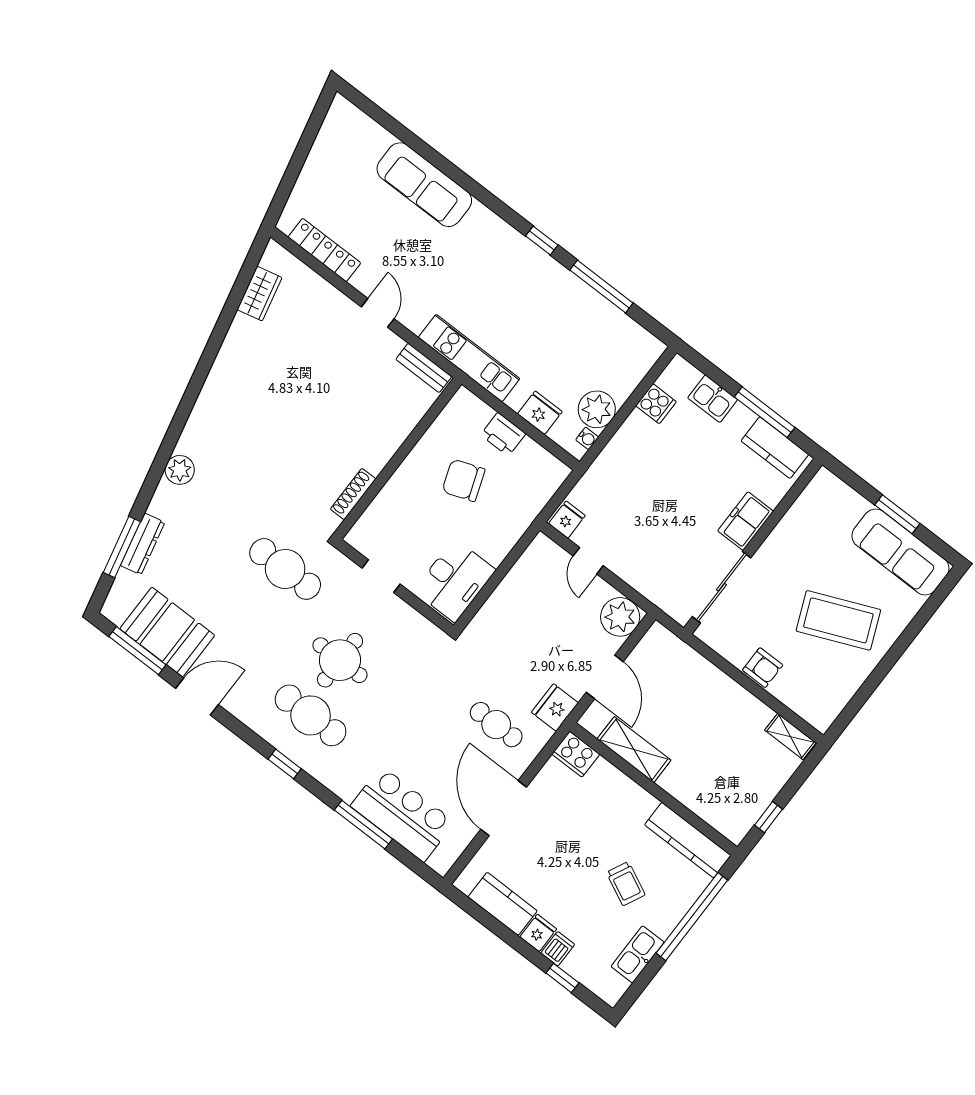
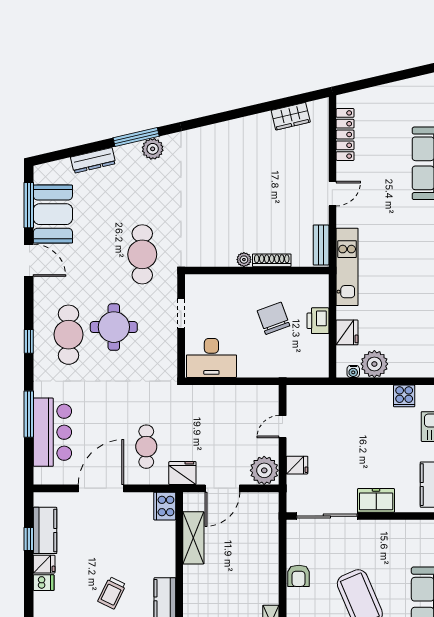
plant: (375, 463) -> (244, 260), added
shoe rack: (353, 494) -> (272, 260), moved
fridge: (567, 520) -> (297, 465), moved
window: (122, 547) -> (136, 137), moved
window: (562, 978) -> (29, 539), moved

